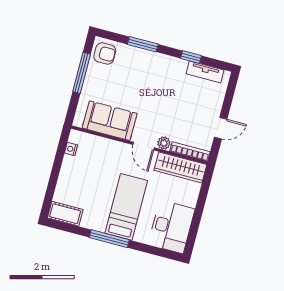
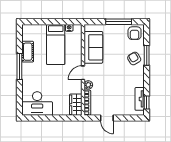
window: (191, 57) -> (147, 102), moved
armchair: (142, 64) -> (134, 59), added
wardrobe: (180, 167) -> (76, 105), width x0.67
bed: (126, 207) -> (56, 44), moved, turned 90
cot: (65, 214) -> (28, 52), moved

